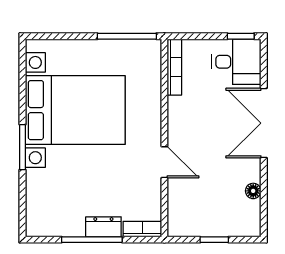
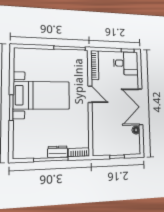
bed with nightstands: (75, 110) -> (42, 95), width x0.73
double door: (264, 123) -> (140, 107), moved
door: (164, 162) -> (90, 94), moved

